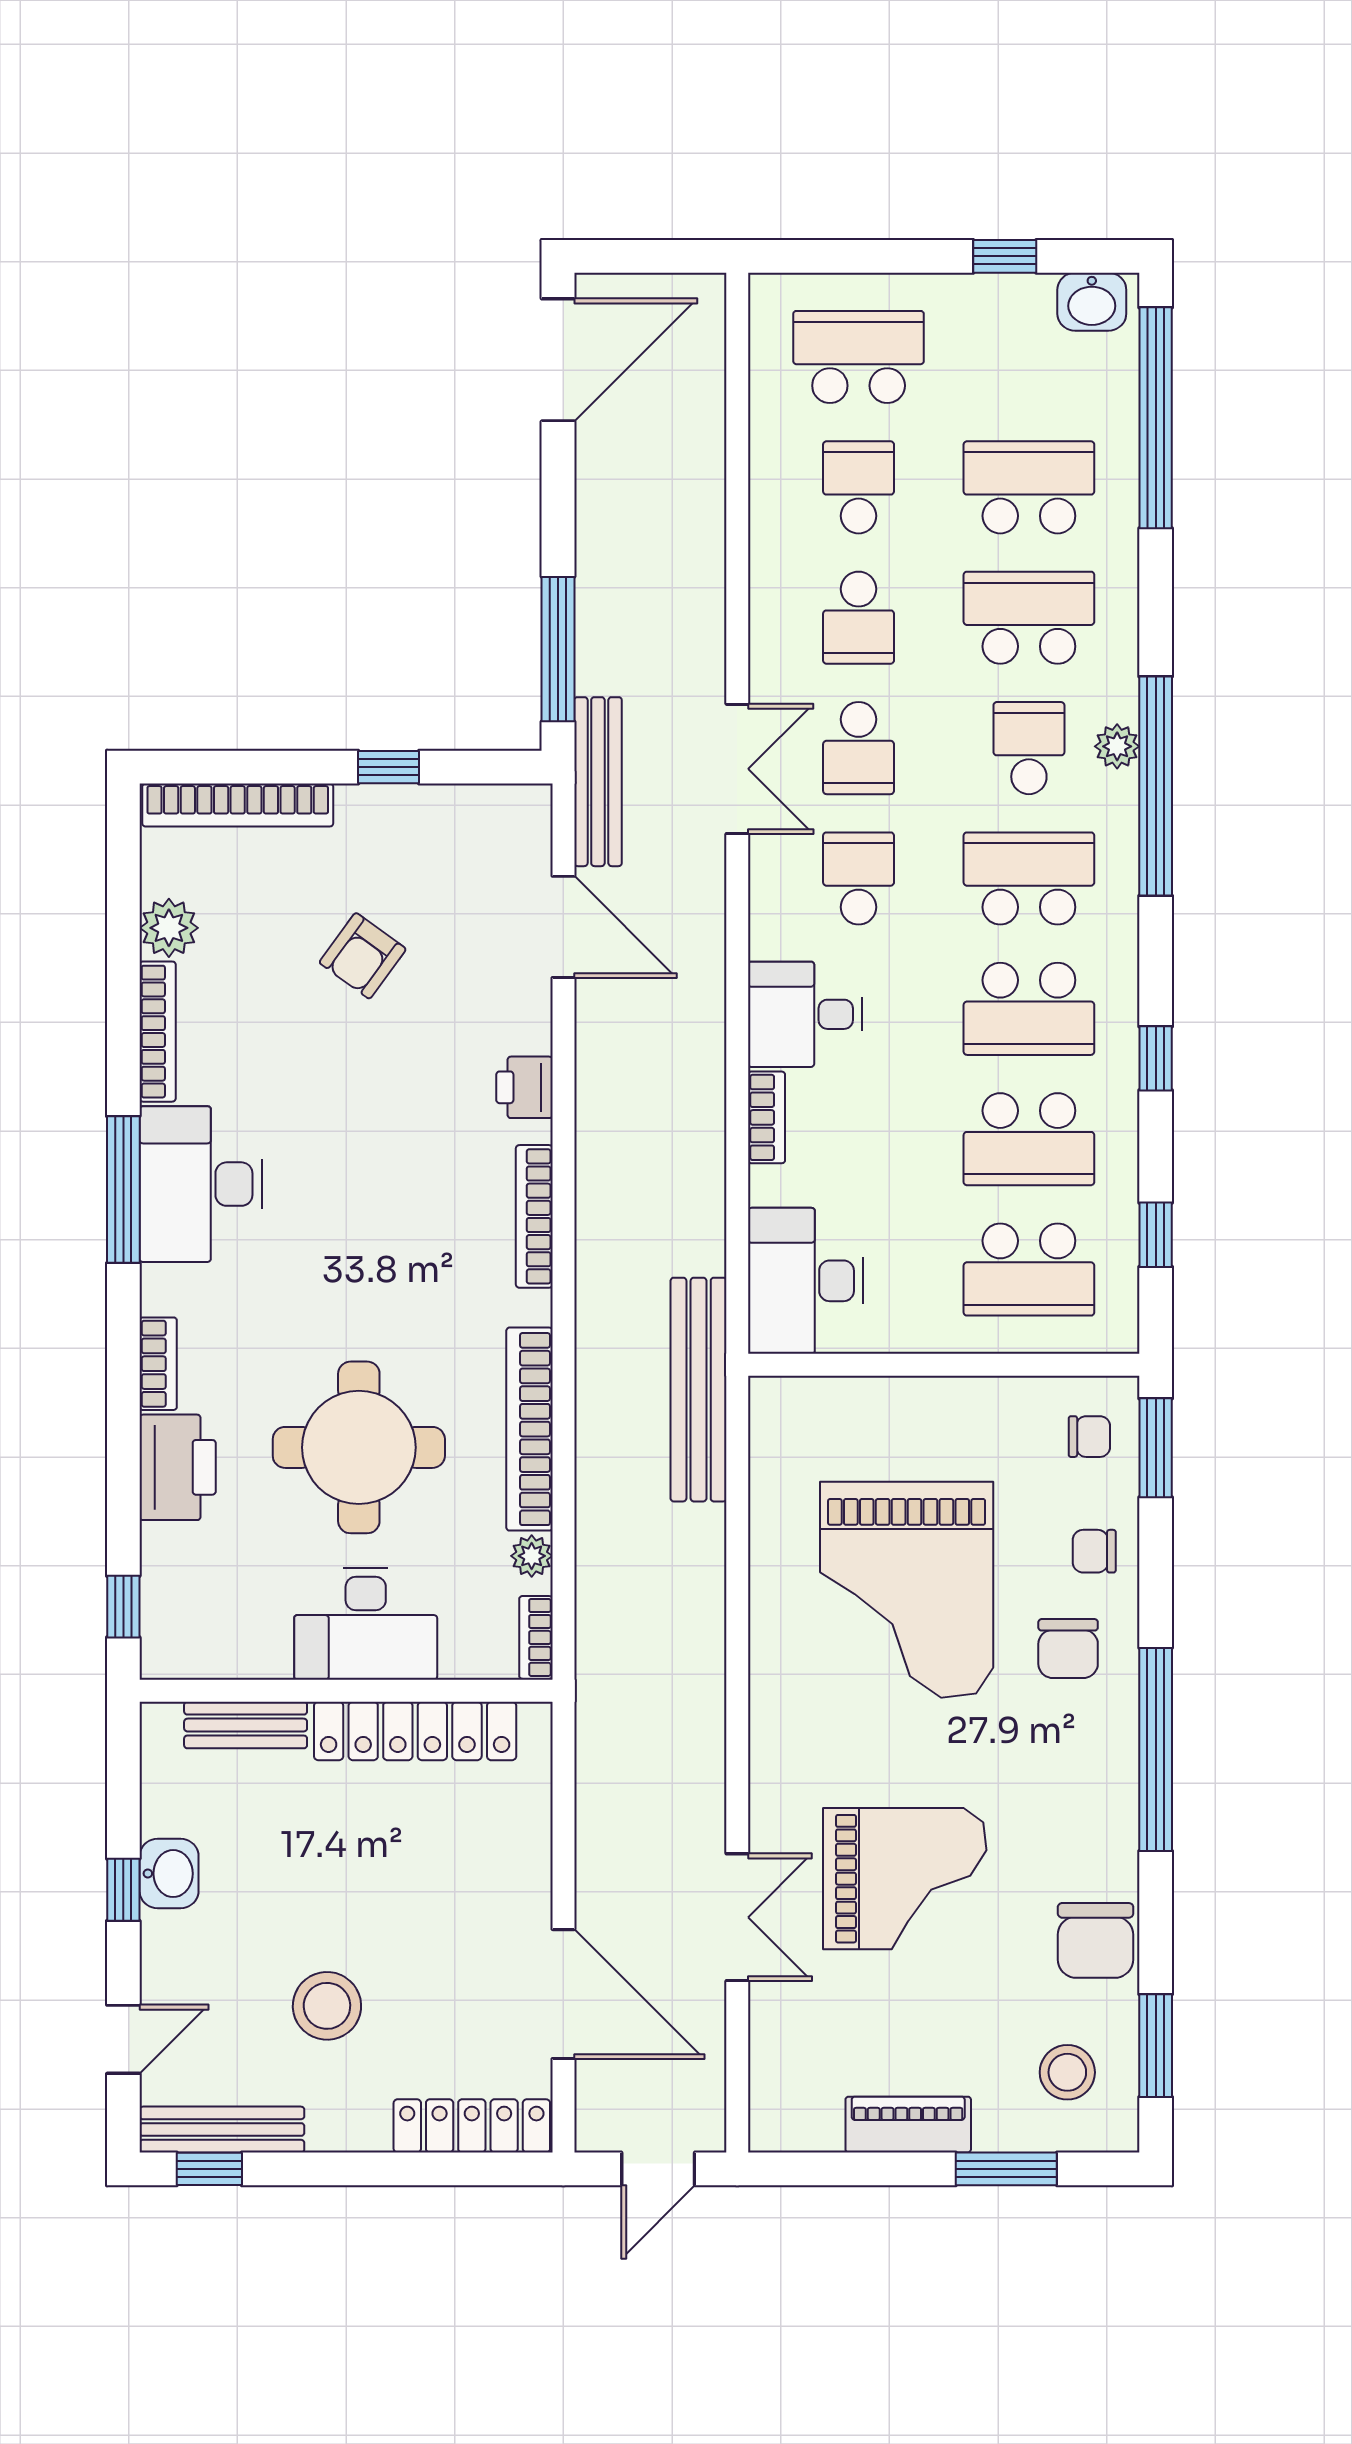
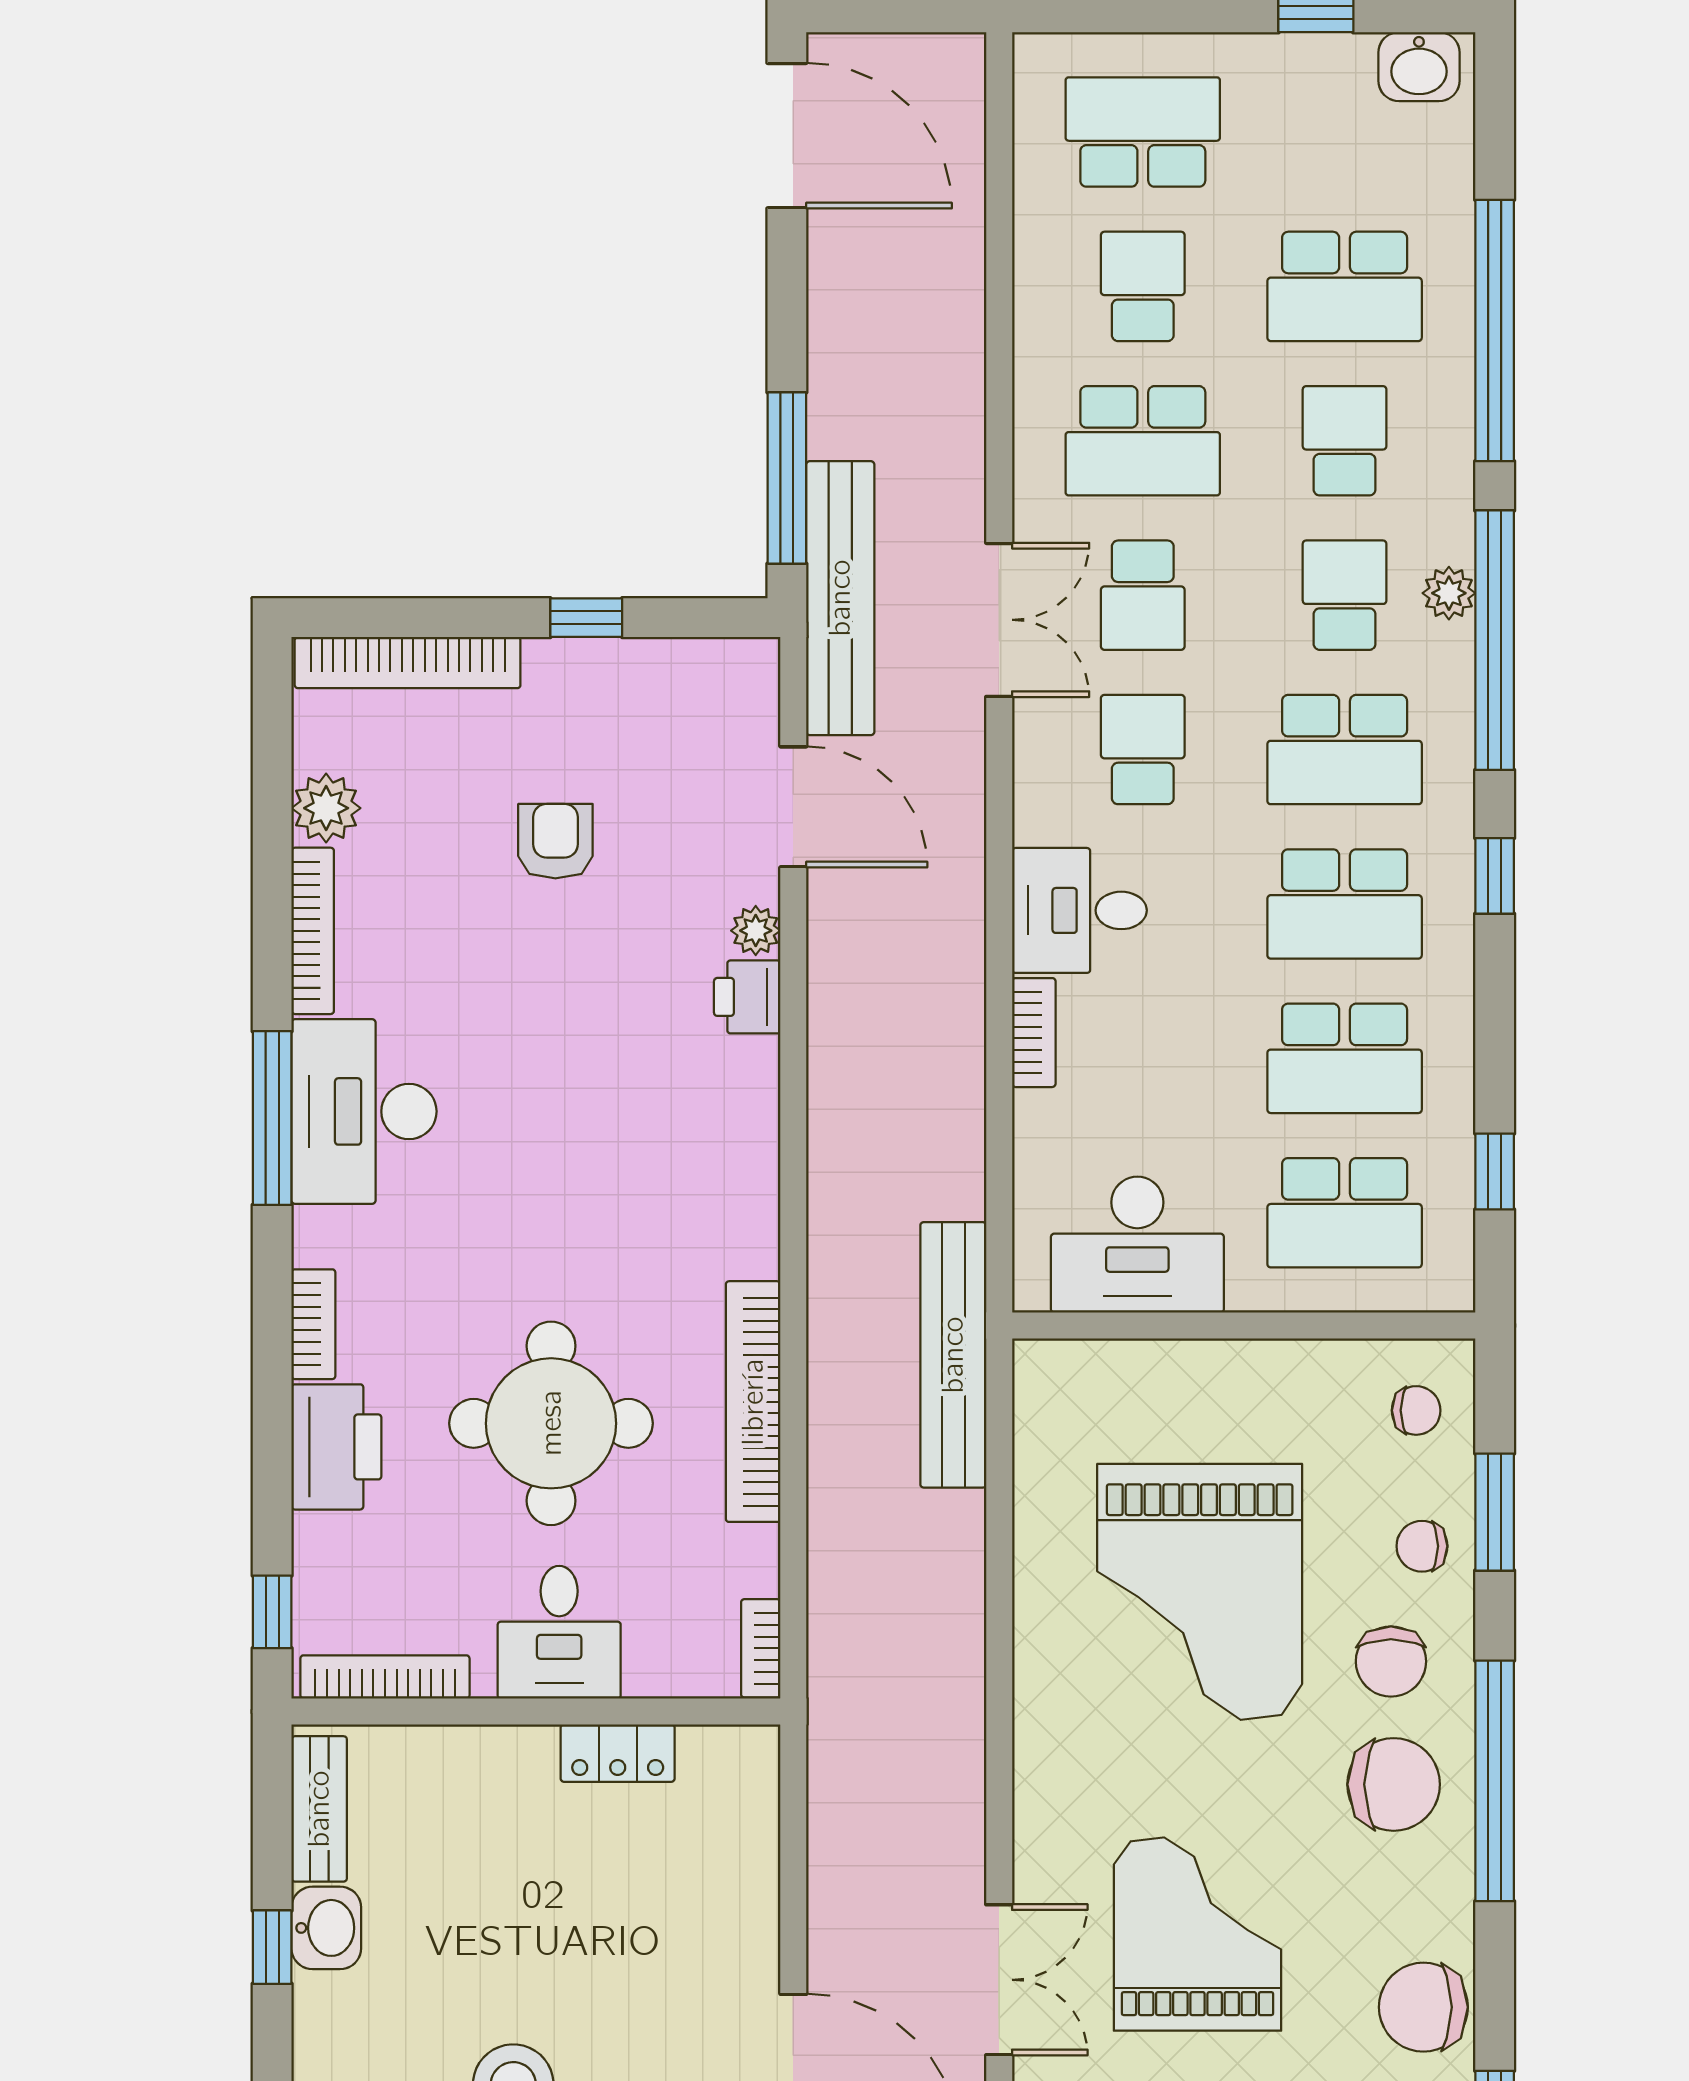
door: (558, 360) -> (787, 136), hinge flipped
window: (1156, 418) -> (1495, 331), moved
school desk: (1029, 487) -> (1345, 286), turned 180
school desk: (859, 618) -> (1143, 441), width x1.85
school desk: (1029, 618) -> (1345, 441), width x0.54
bench: (598, 782) -> (840, 598), width x1.37, depth x1.21
school desk: (1029, 878) -> (1345, 750), turned 180
armchair: (363, 956) -> (555, 841), turned 144
window: (1156, 1058) -> (1495, 876), moved
bookcase: (534, 1216) -> (385, 1677), moved, turned 90
desk: (806, 1281) -> (1137, 1245), moved, turned -90
window: (1156, 1448) -> (1495, 1512), moved
plant: (532, 1556) -> (756, 931), moved
desk: (366, 1624) -> (559, 1632), width x0.73
bench: (246, 1725) -> (319, 1809), moved, turned 90
locker: (415, 1731) -> (618, 1753), width x0.46, depth x0.83
chair: (1070, 1752) -> (1394, 1784), added
grand piano: (905, 1879) -> (1197, 1934), turned -90
chair: (1096, 1940) -> (1423, 2007), turned 90

